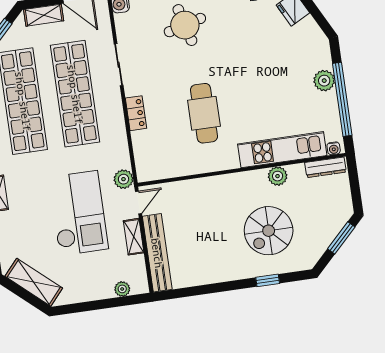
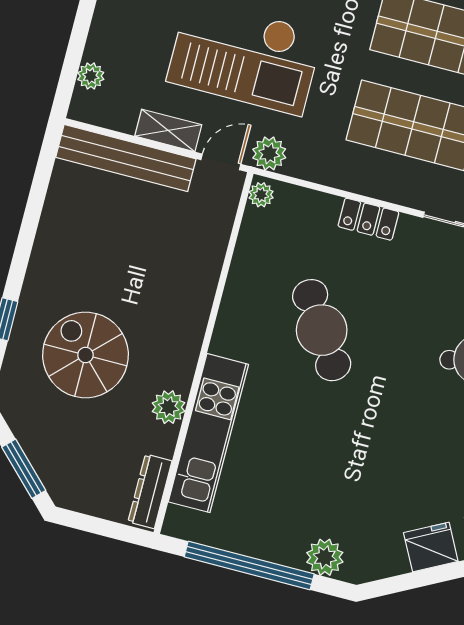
plant: (324, 81) -> (325, 557), moved
cafe table: (204, 113) -> (322, 330), turned 57
water cooler: (334, 148) -> (175, 518), removed
plant: (147, 174) -> (261, 195), added
door: (138, 202) -> (221, 162), swing flipped

